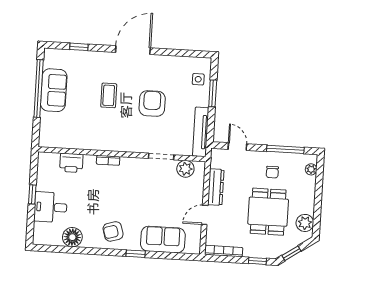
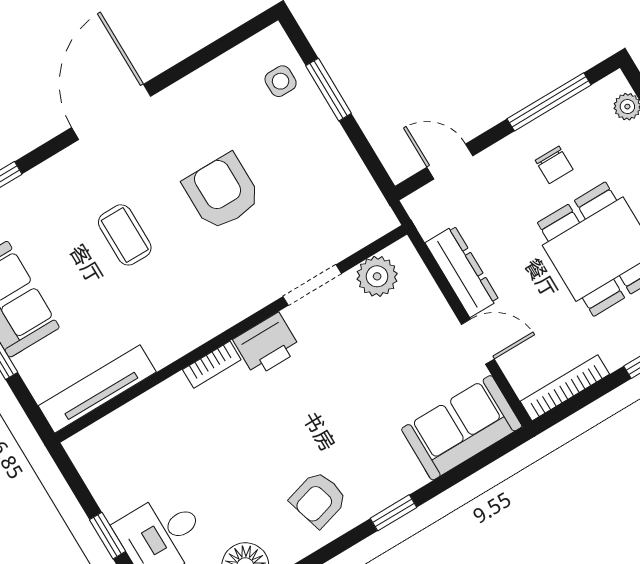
tv unit: (201, 132) -> (97, 389), moved, turned 90
printer: (71, 163) -> (267, 345), moved
door: (205, 215) -> (478, 342), swing flipped
sofa: (163, 240) -> (462, 428), moved

